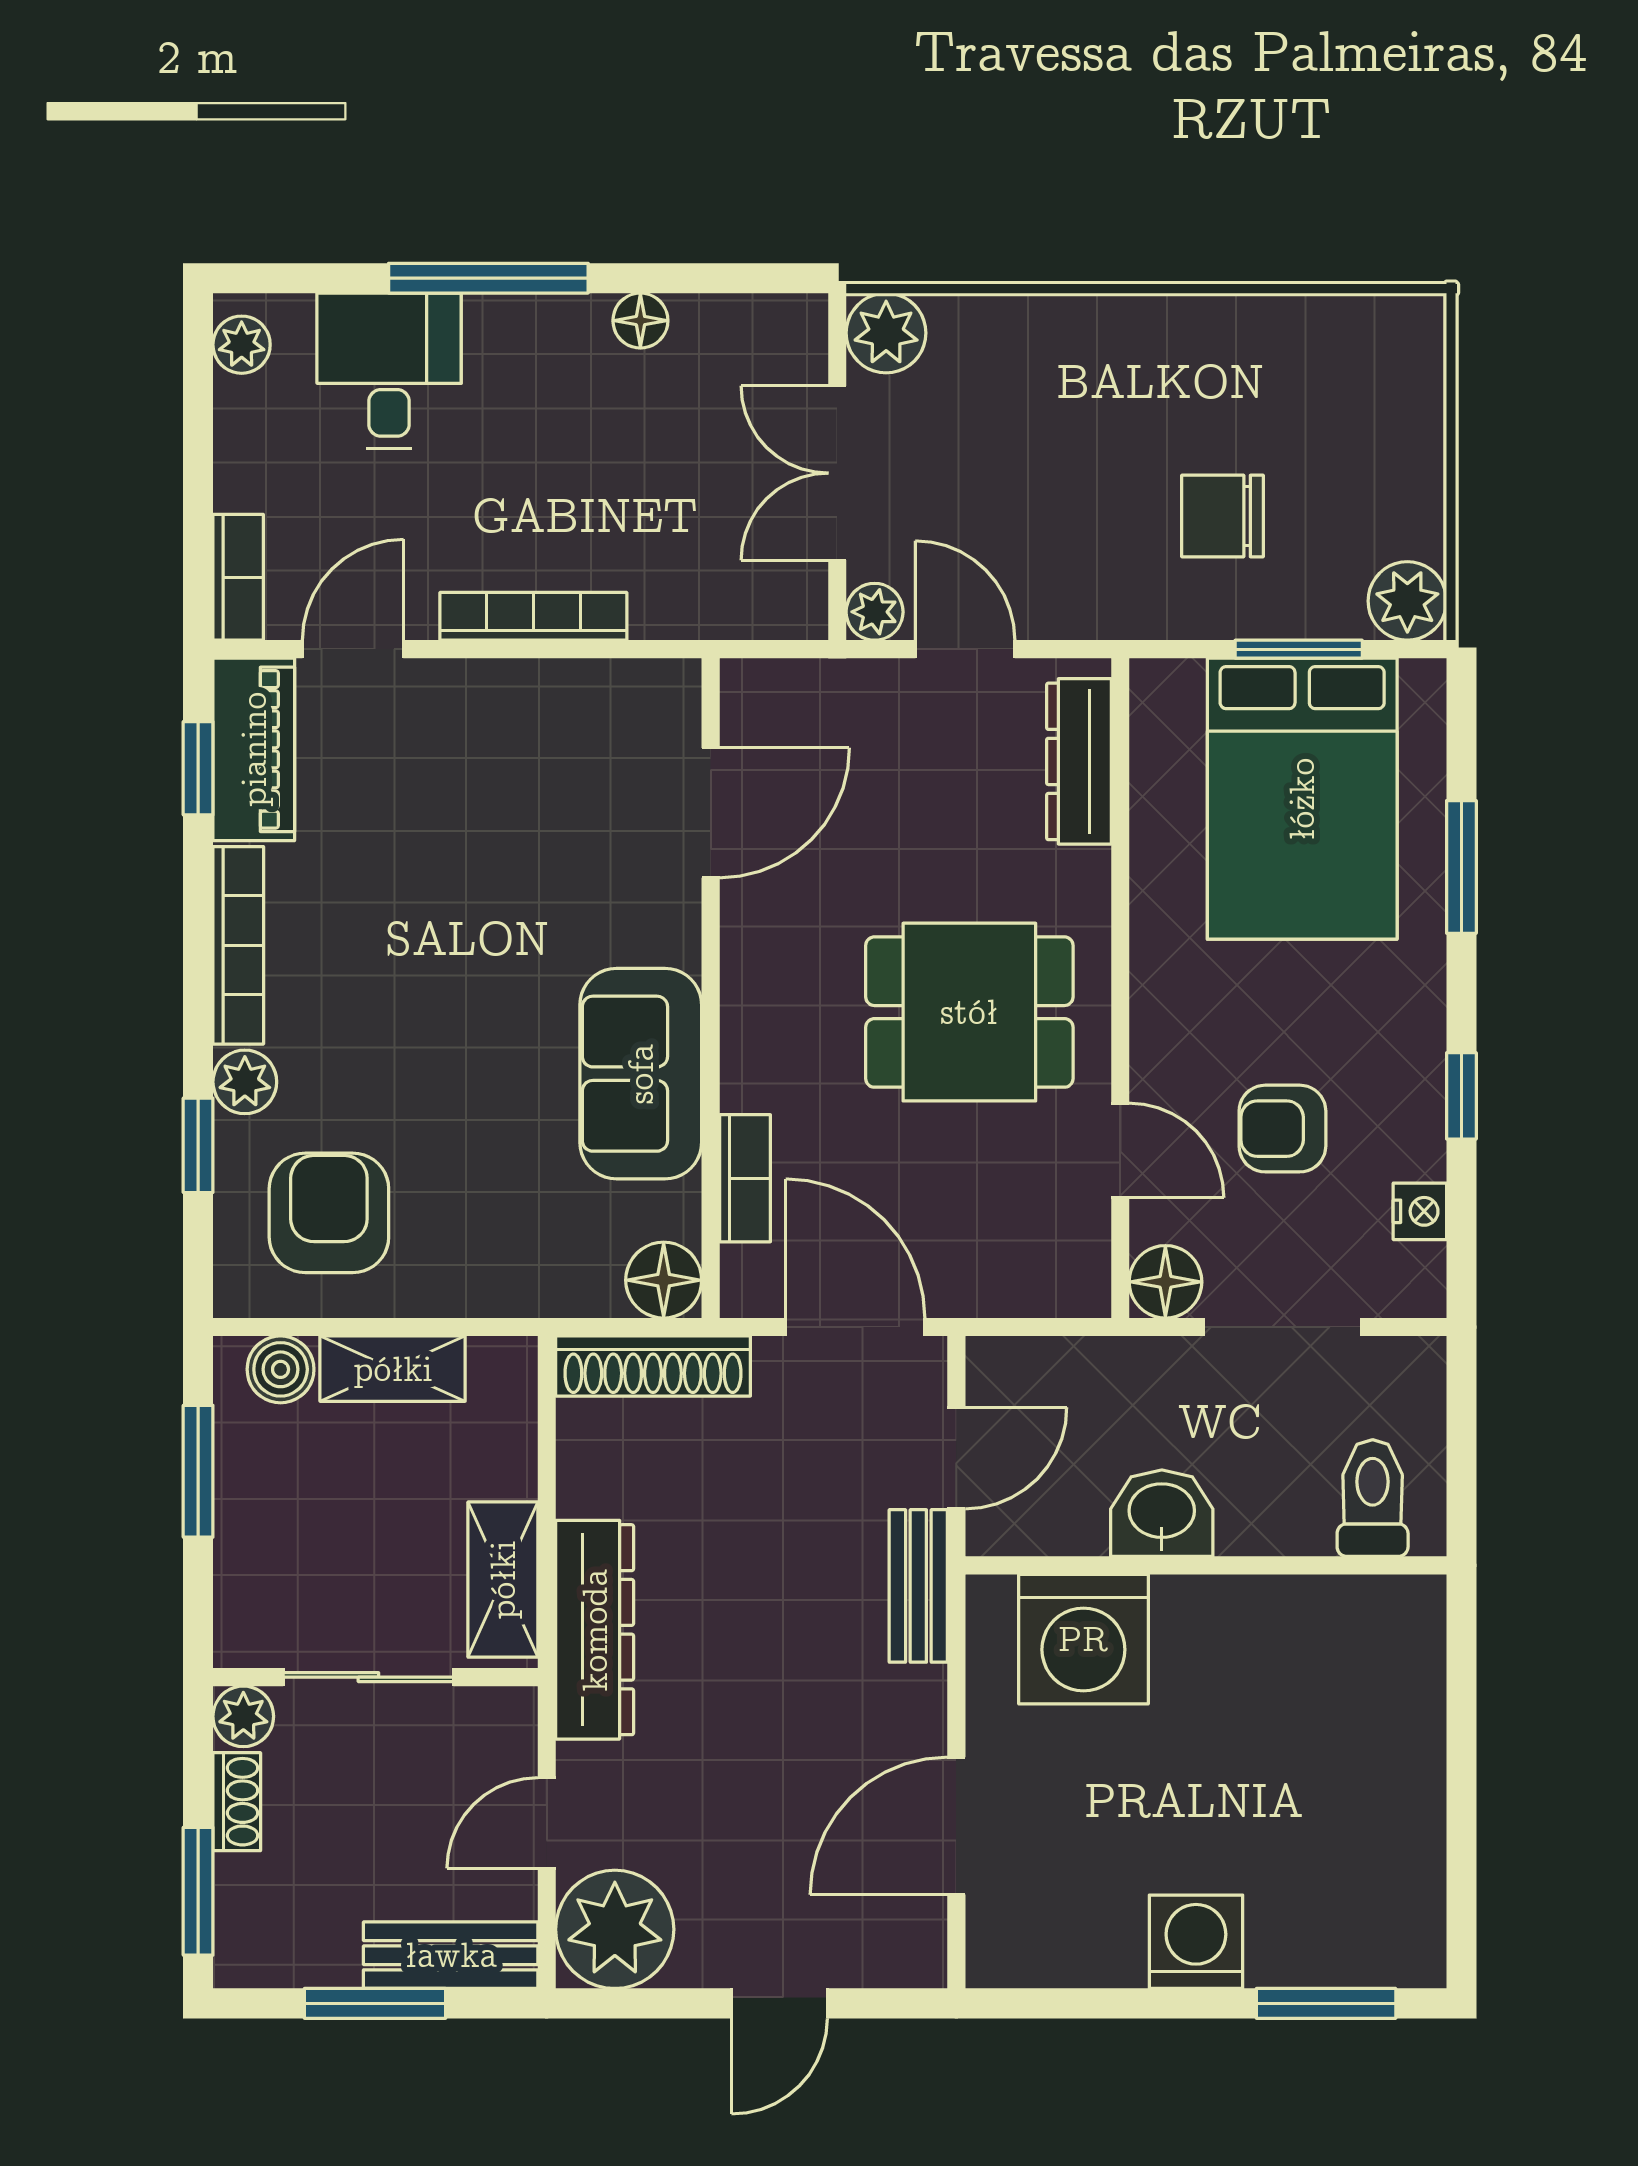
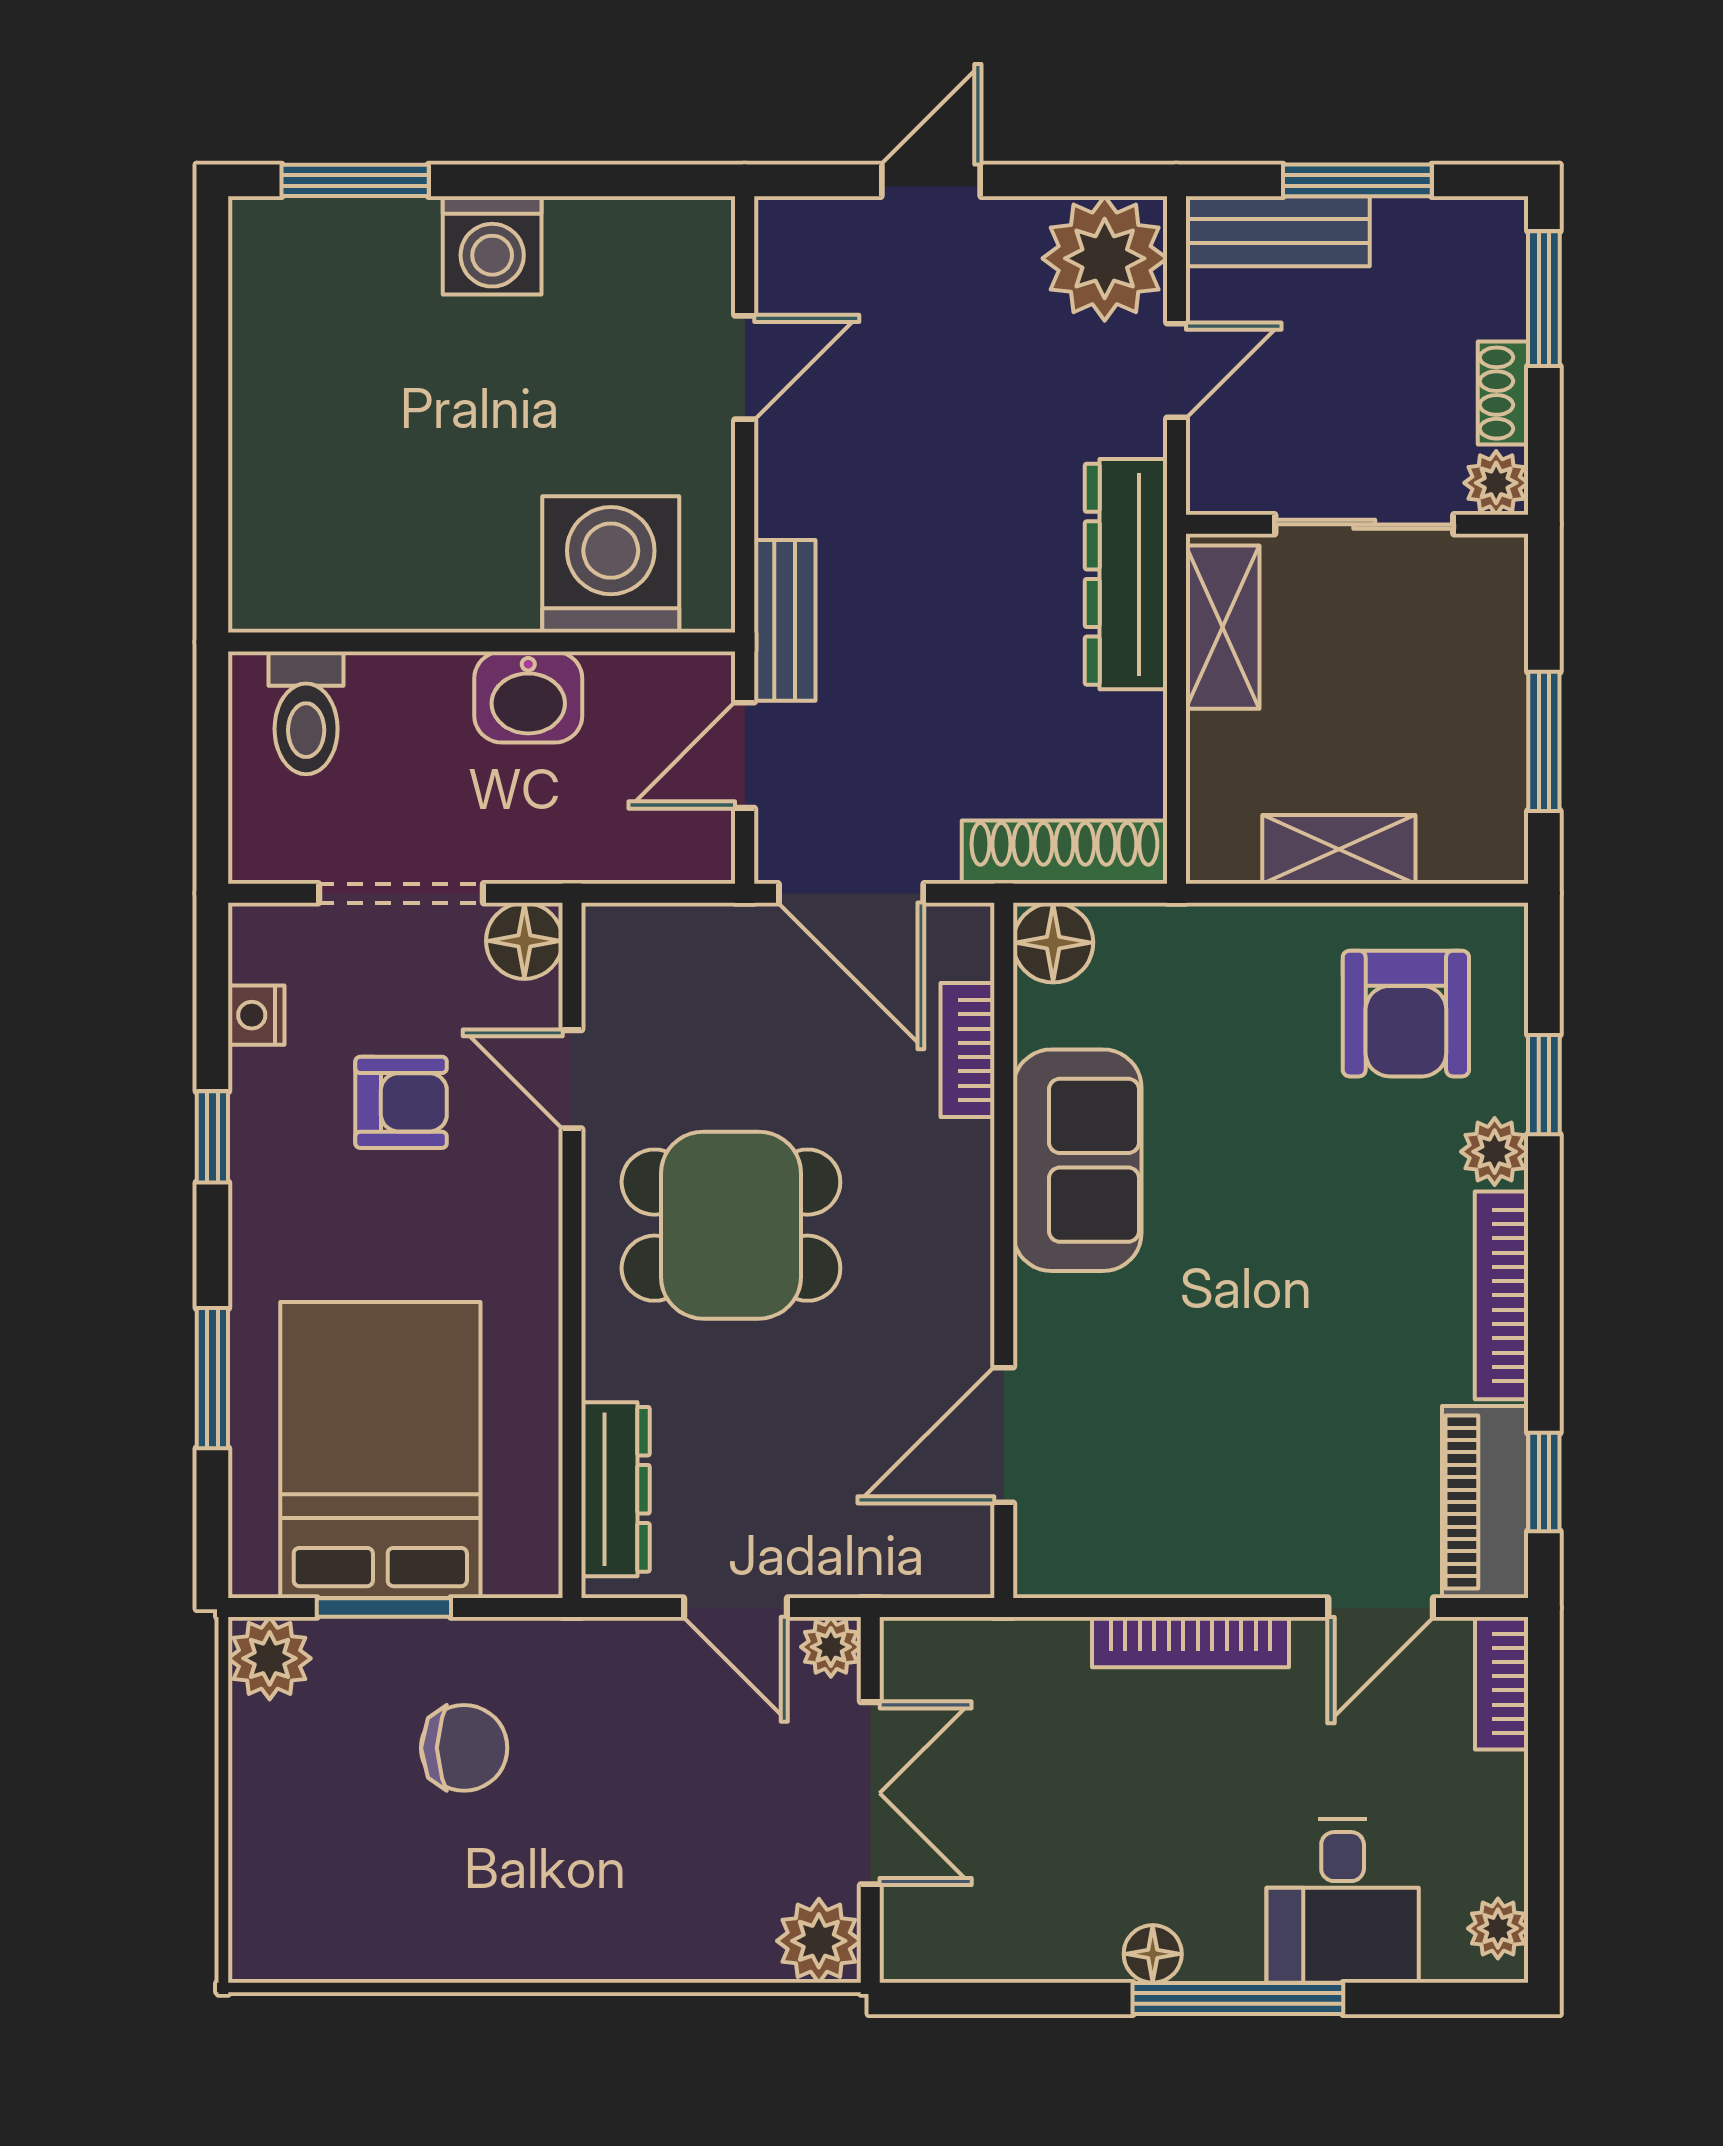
floor lamp: (640, 321) -> (1153, 1954), moved
boiler: (281, 1369) -> (1457, 849), removed
door: (956, 1826) -> (745, 367), width x0.73

